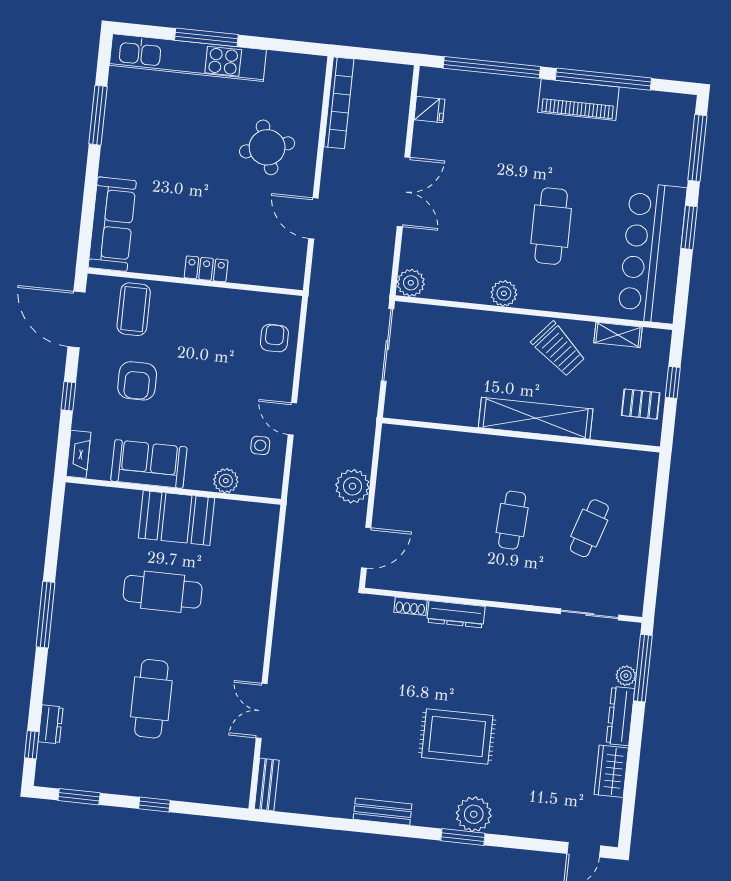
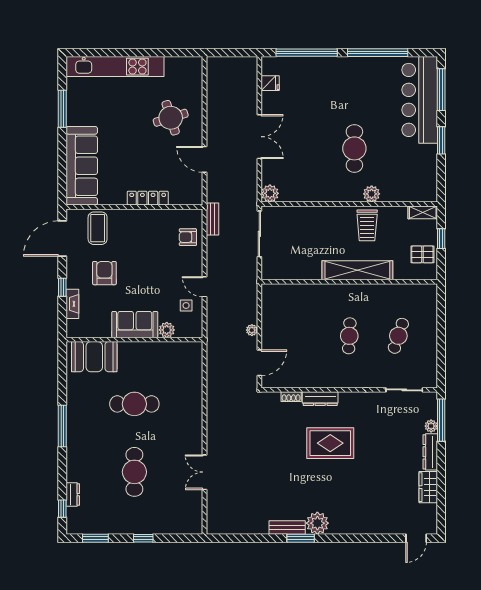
window: (206, 37) -> (125, 53), removed
piano: (578, 100) -> (363, 67), removed
bookcase: (339, 103) -> (213, 85), removed
sofa: (112, 224) -> (82, 166), width x1.36, depth x1.27
bar counter: (652, 253) -> (420, 100), moved
locker: (206, 269) -> (148, 198), width x1.53
plant: (504, 293) -> (372, 194), moved
door: (77, 319) -> (62, 239), hinge flipped
shelving: (618, 335) -> (423, 212), moved
armchair: (274, 338) -> (188, 237), turned -90
trolley: (558, 349) -> (367, 225), turned 49
armchair: (137, 381) -> (104, 273), turned 180
fireplace: (78, 454) -> (72, 304), moved
sofa: (149, 464) -> (135, 325), moved
plant: (353, 486) -> (252, 330), width x0.53, depth x0.53
booth: (176, 518) -> (94, 357), moved
rug: (457, 736) -> (330, 443), moved
bench: (267, 785) -> (213, 219), moved
plant: (474, 814) -> (317, 523), moved
window: (463, 837) -> (301, 538), moved

